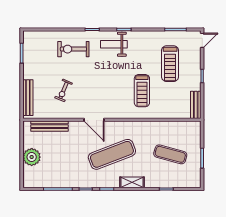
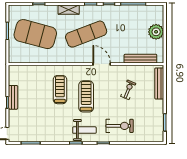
treadmill: (170, 64) -> (86, 96), moved
bench: (196, 105) -> (13, 97), moved
exercise mat: (170, 154) -> (35, 34), width x2.00, depth x1.45

